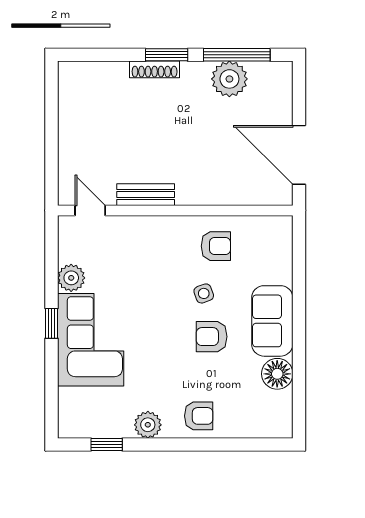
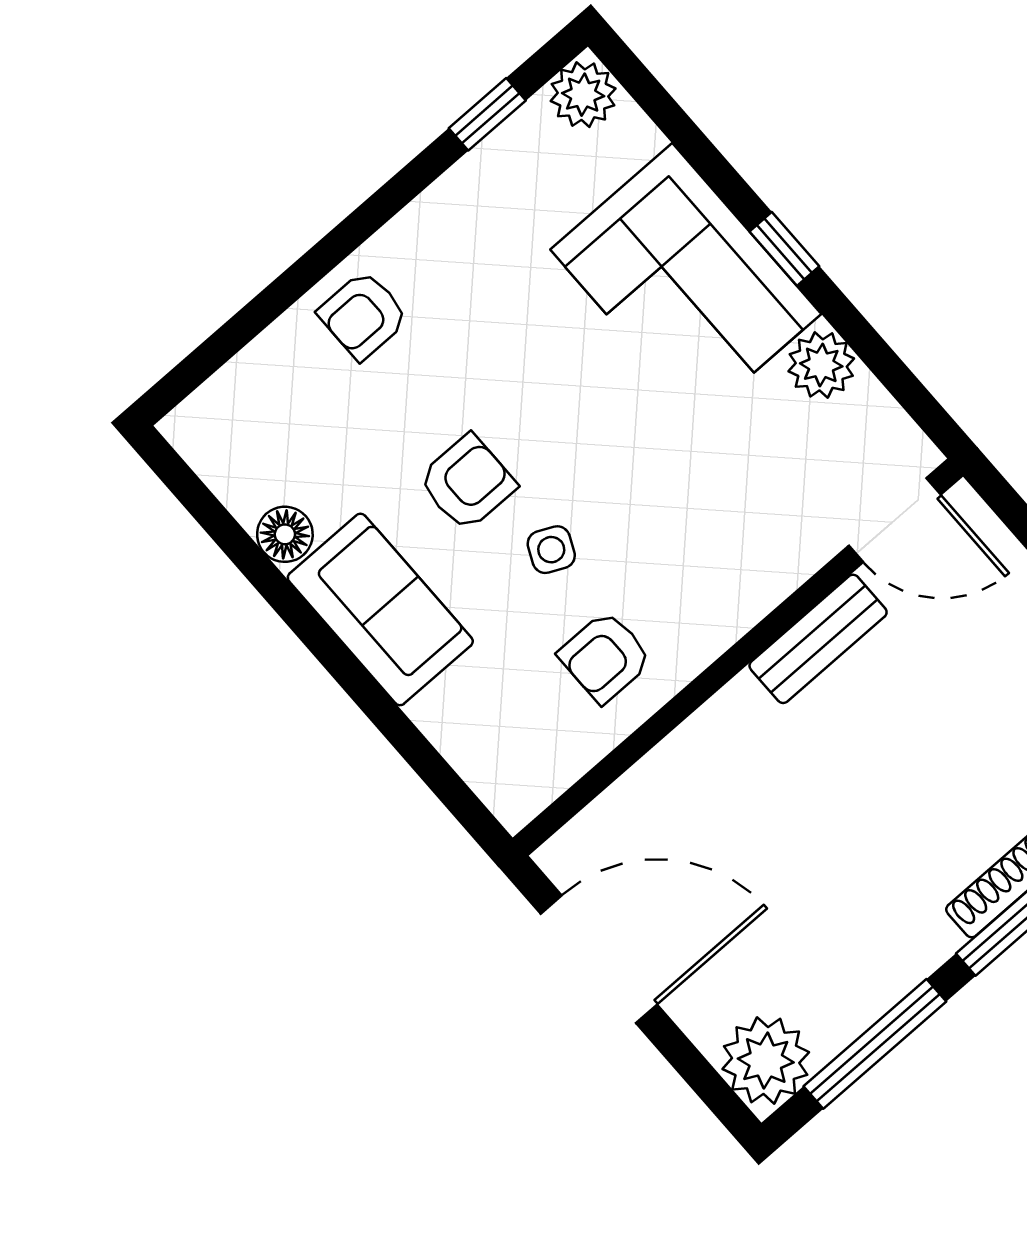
plant: (229, 79) -> (766, 1061), moved
door: (90, 210) -> (895, 520), width x1.38
side table: (204, 293) -> (551, 550), turned 45
floor lamp: (277, 374) -> (285, 534), width x0.73, depth x0.73
plant: (148, 425) -> (583, 95), moved

